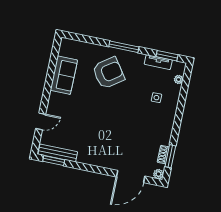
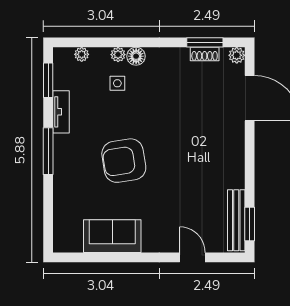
tv unit: (158, 62) -> (61, 112), moved
armchair: (108, 73) -> (124, 161), moved, turned -64
plant: (174, 102) -> (118, 55), added
floor lamp: (171, 112) -> (136, 56), added

